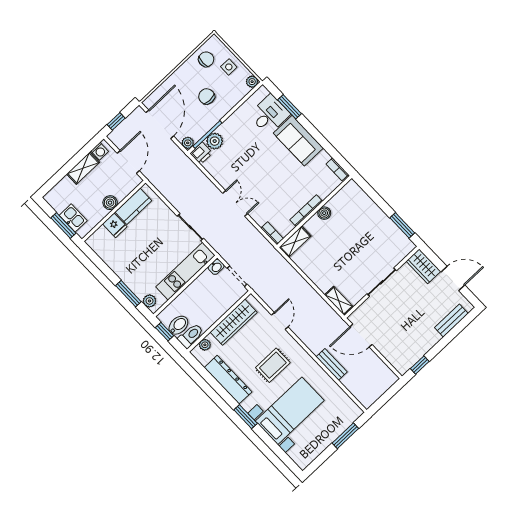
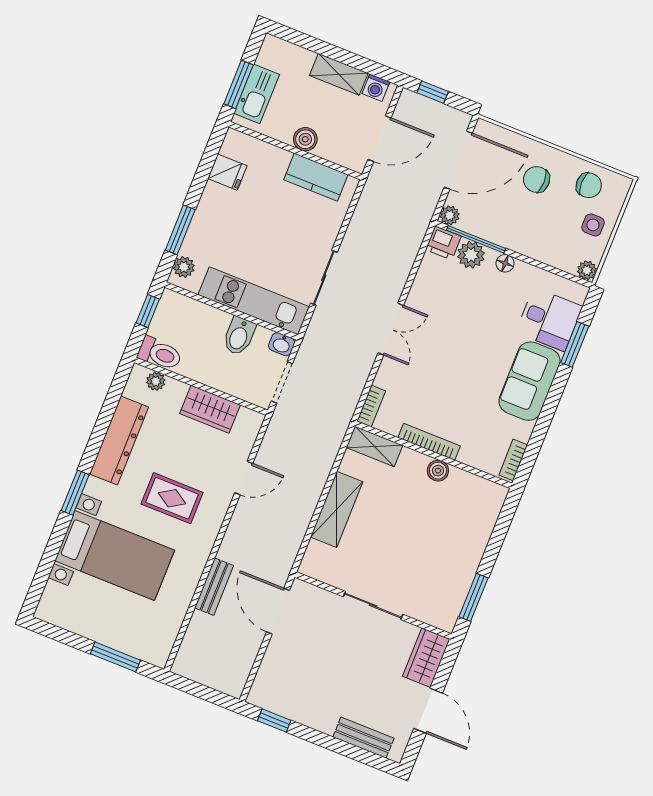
chair: (207, 96) -> (537, 179), moved, turned -90
floor lamp: (228, 125) -> (505, 263), added
kitchen sink: (73, 218) -> (257, 94), width x1.38
fridge: (115, 225) -> (227, 172), moved, turned -90
shelving: (339, 301) -> (337, 509), moved, width x1.50, depth x1.33
wardrobe: (234, 322) -> (210, 409), width x0.67
bidet: (178, 325) -> (239, 336), moved, turned 90

